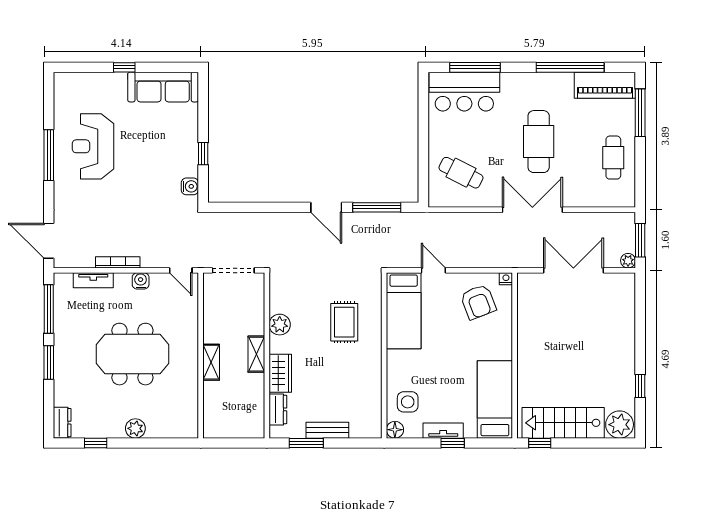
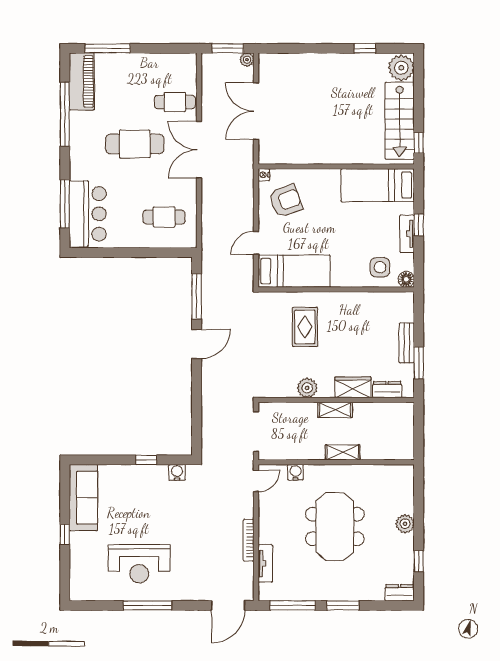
cafe table: (613, 158) -> (175, 102), moved
cafe table: (461, 173) -> (164, 217), turned 63
water cooler: (141, 281) -> (296, 472), moved, turned 90
rug: (344, 322) -> (305, 327), turned 90

